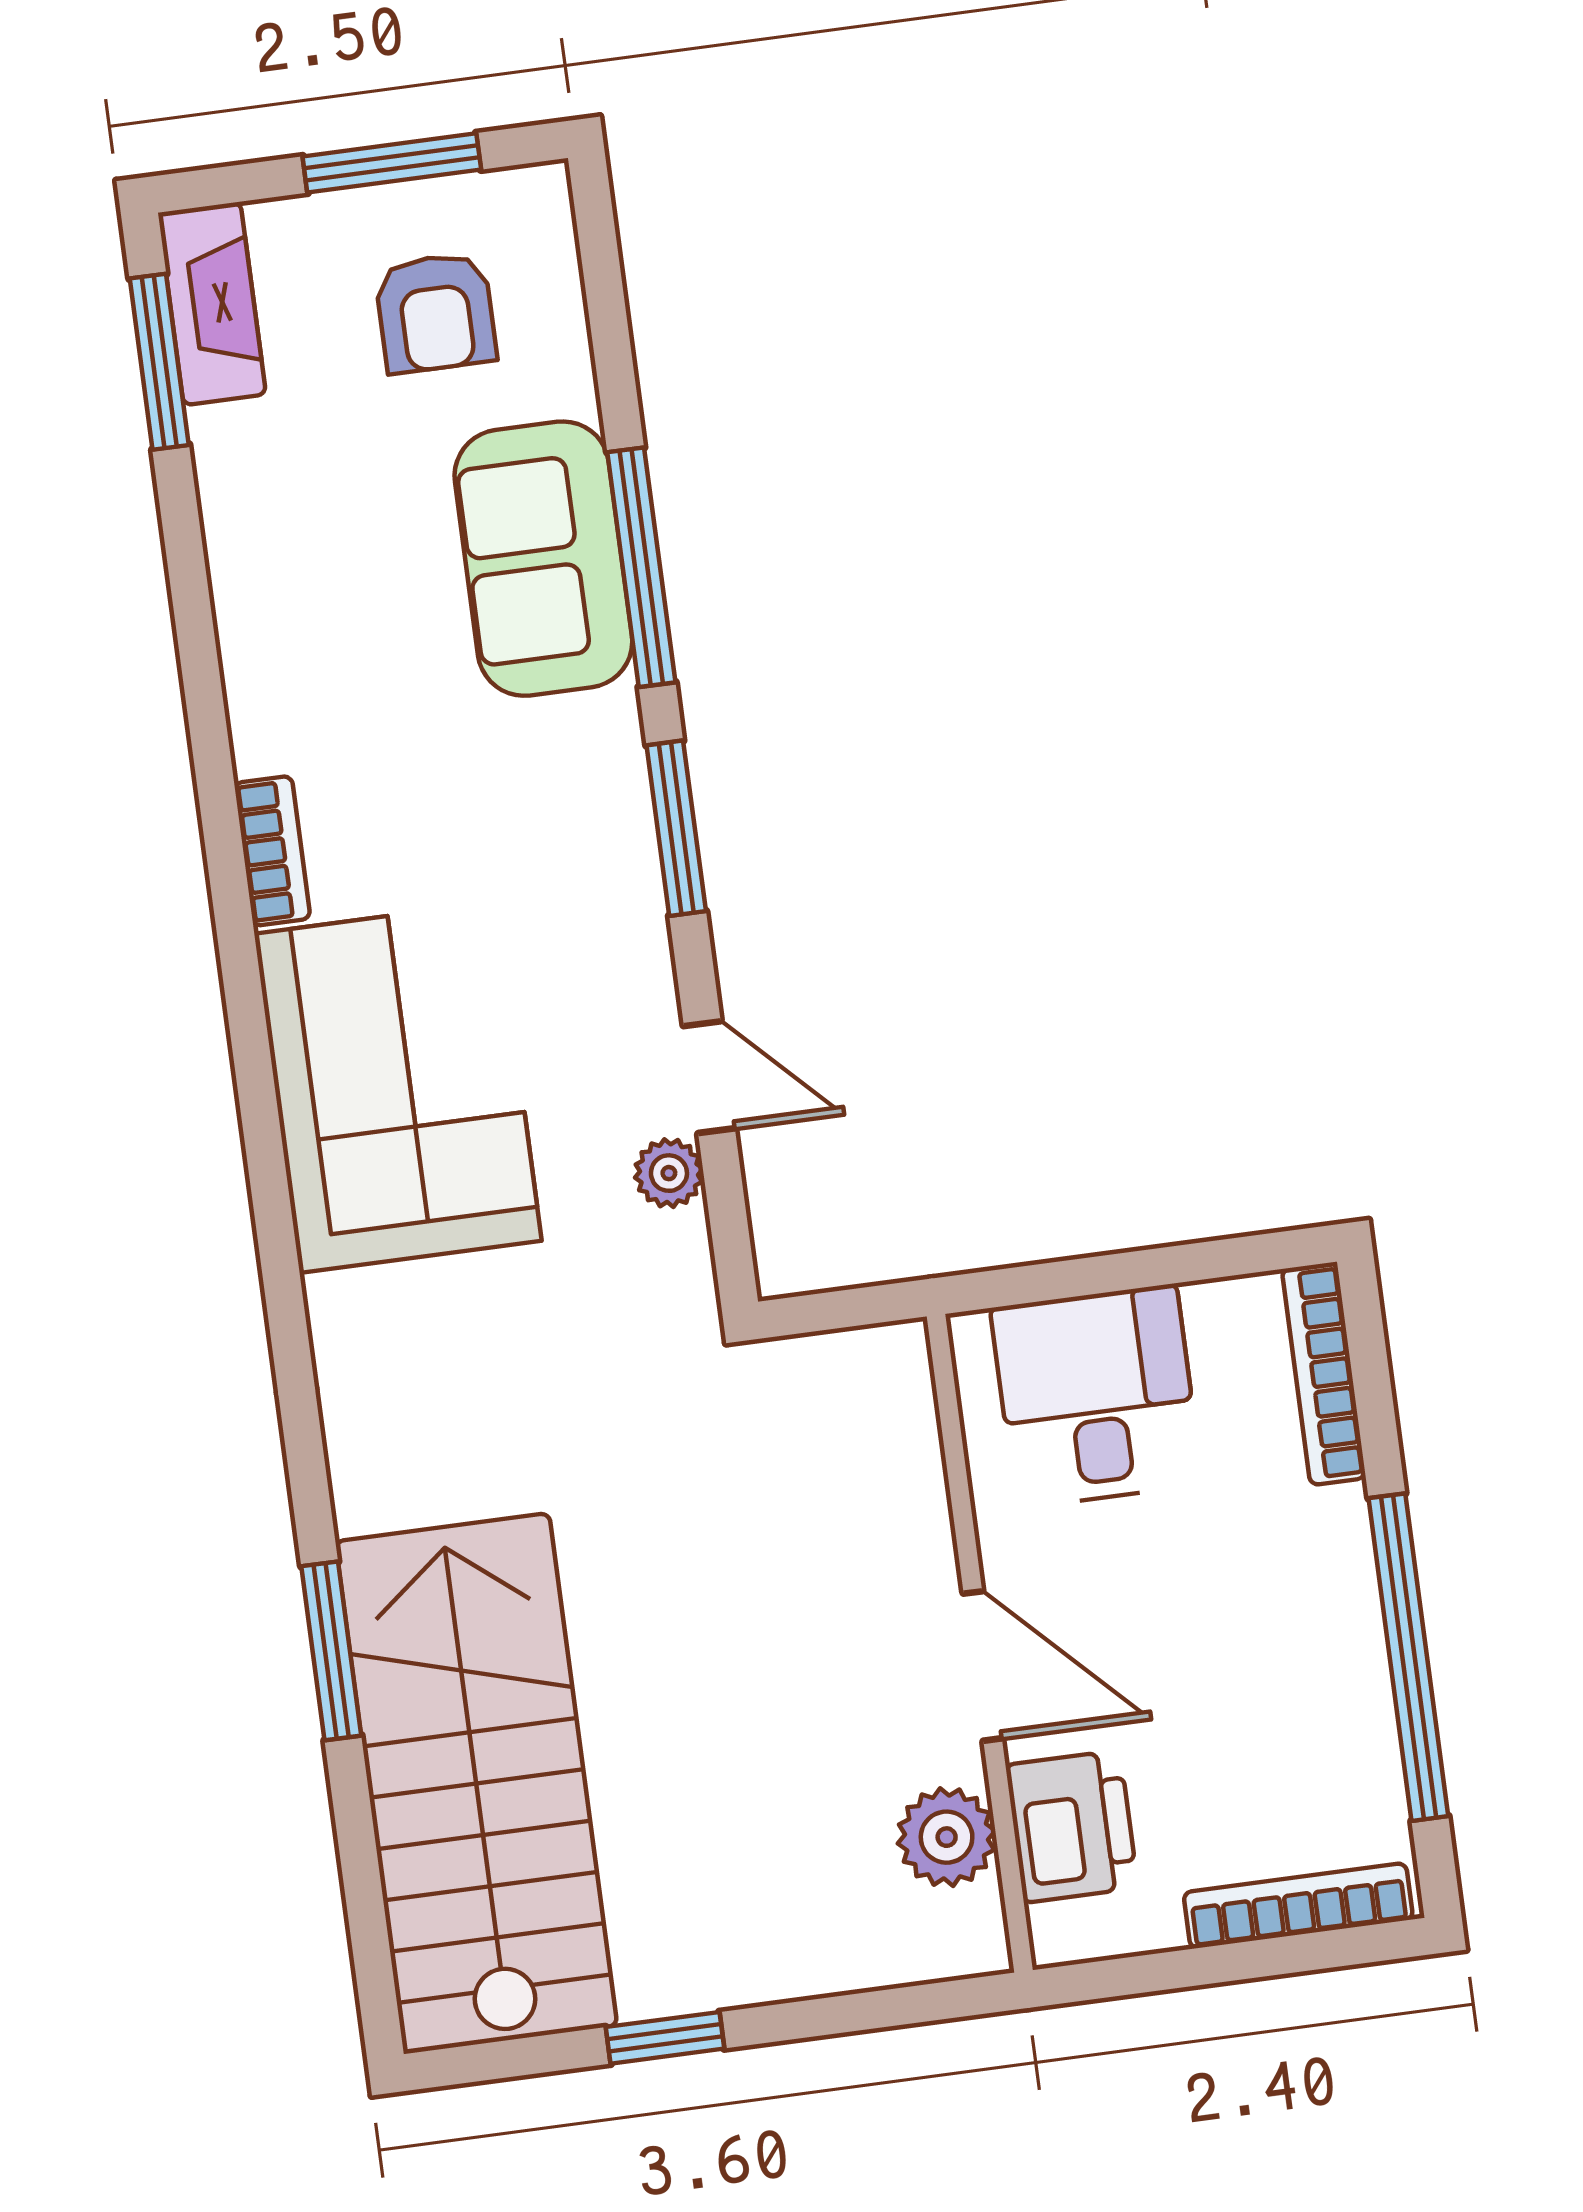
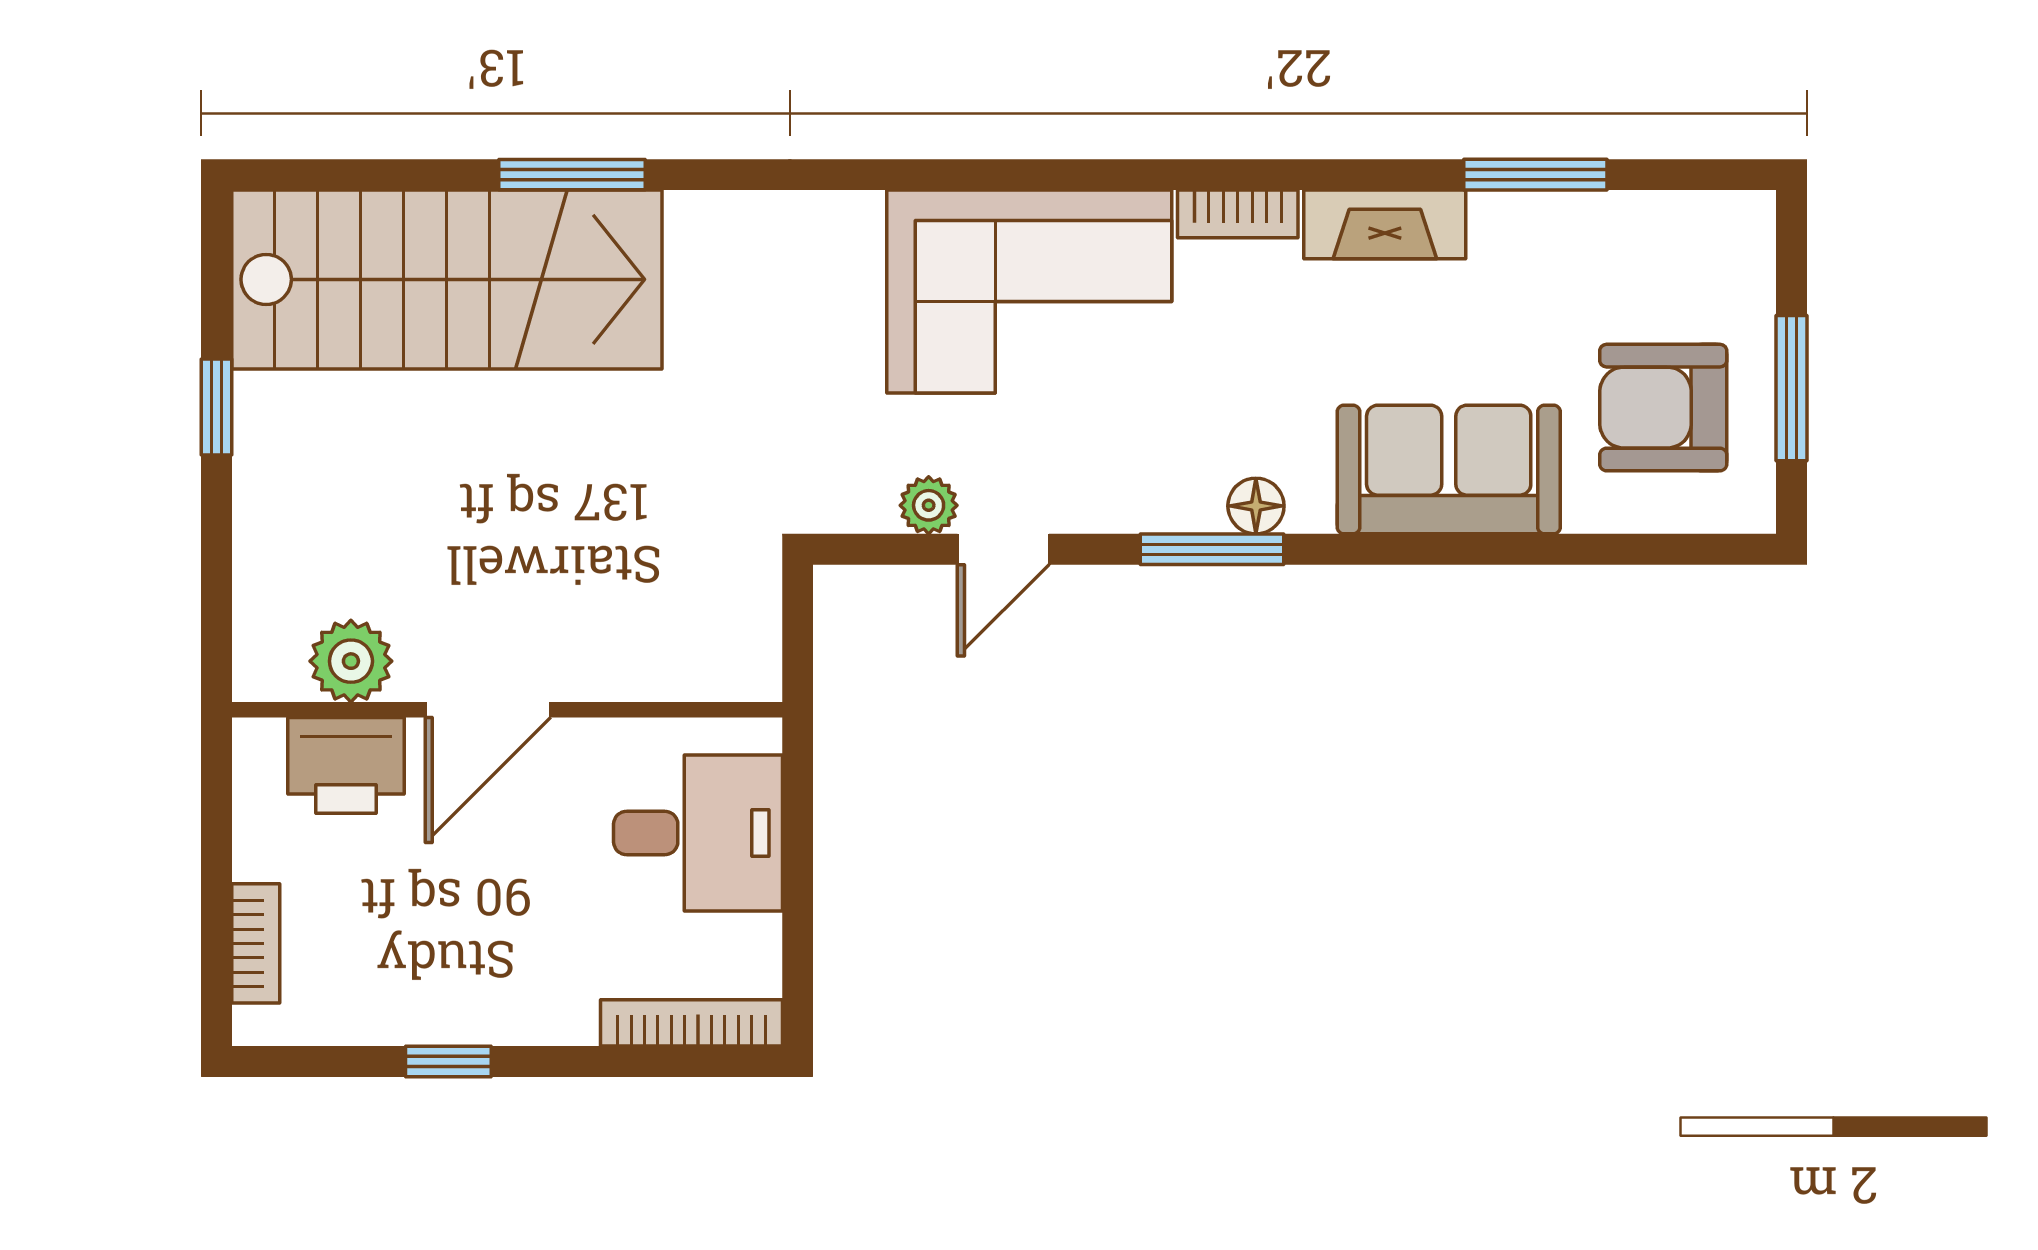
fireplace: (212, 304) -> (1385, 224), moved
armchair: (436, 313) -> (1663, 408), width x1.38, depth x1.38
window: (159, 362) -> (1535, 175), moved
window: (641, 567) -> (1431, 549), removed
floor lamp: (618, 783) -> (1256, 506), added
window: (1408, 1657) -> (448, 1061), width x0.32
bookcase: (1298, 1906) -> (256, 943), width x0.64

